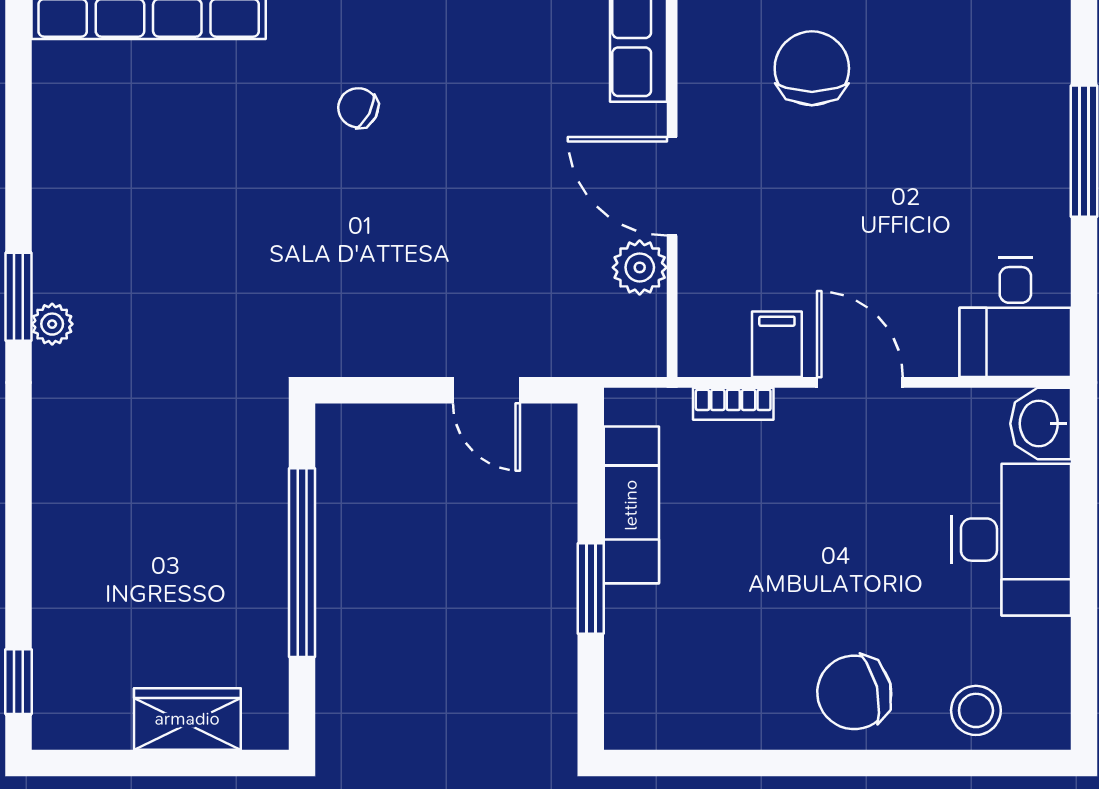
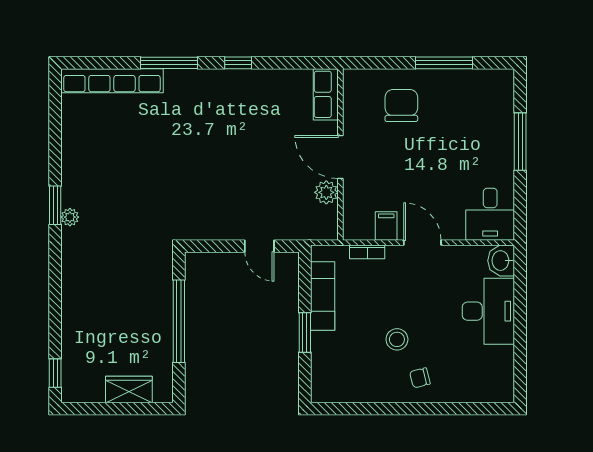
chair: (358, 108) -> (203, 123), removed
chair: (854, 692) -> (420, 378), width x0.54, depth x0.54
stool: (976, 710) -> (397, 339), moved

